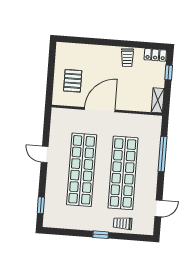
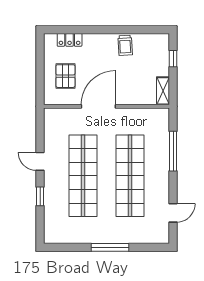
locker: (155, 55) -> (70, 40), moved
window: (41, 205) -> (40, 196), moved
trolley: (123, 223) -> (134, 233), removed
window: (101, 235) -> (110, 247), width x2.17

